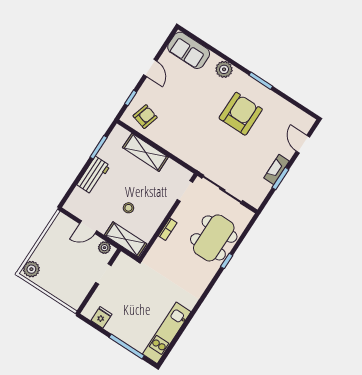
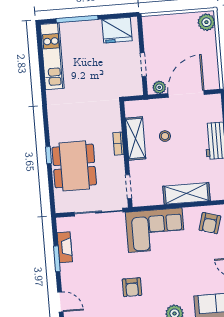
armchair: (241, 114) -> (132, 287), width x0.53, depth x0.53
corner sofa: (190, 143) -> (155, 230), added
fireplace: (276, 170) -> (65, 247), moved
door: (88, 227) -> (186, 94), width x1.88
shelving: (126, 239) -> (136, 138), moved, turned 90
fridge: (101, 317) -> (117, 30), width x1.88, depth x1.34

